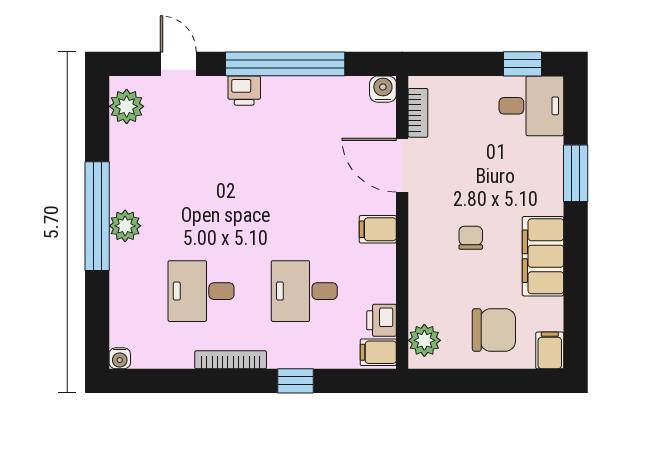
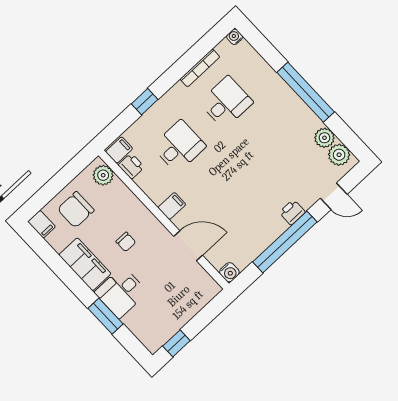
desk: (531, 106) -> (121, 292), moved
bookcase: (418, 113) -> (203, 276), removed
plant: (125, 226) -> (324, 138), moved
bookcase: (231, 360) -> (200, 68), moved

